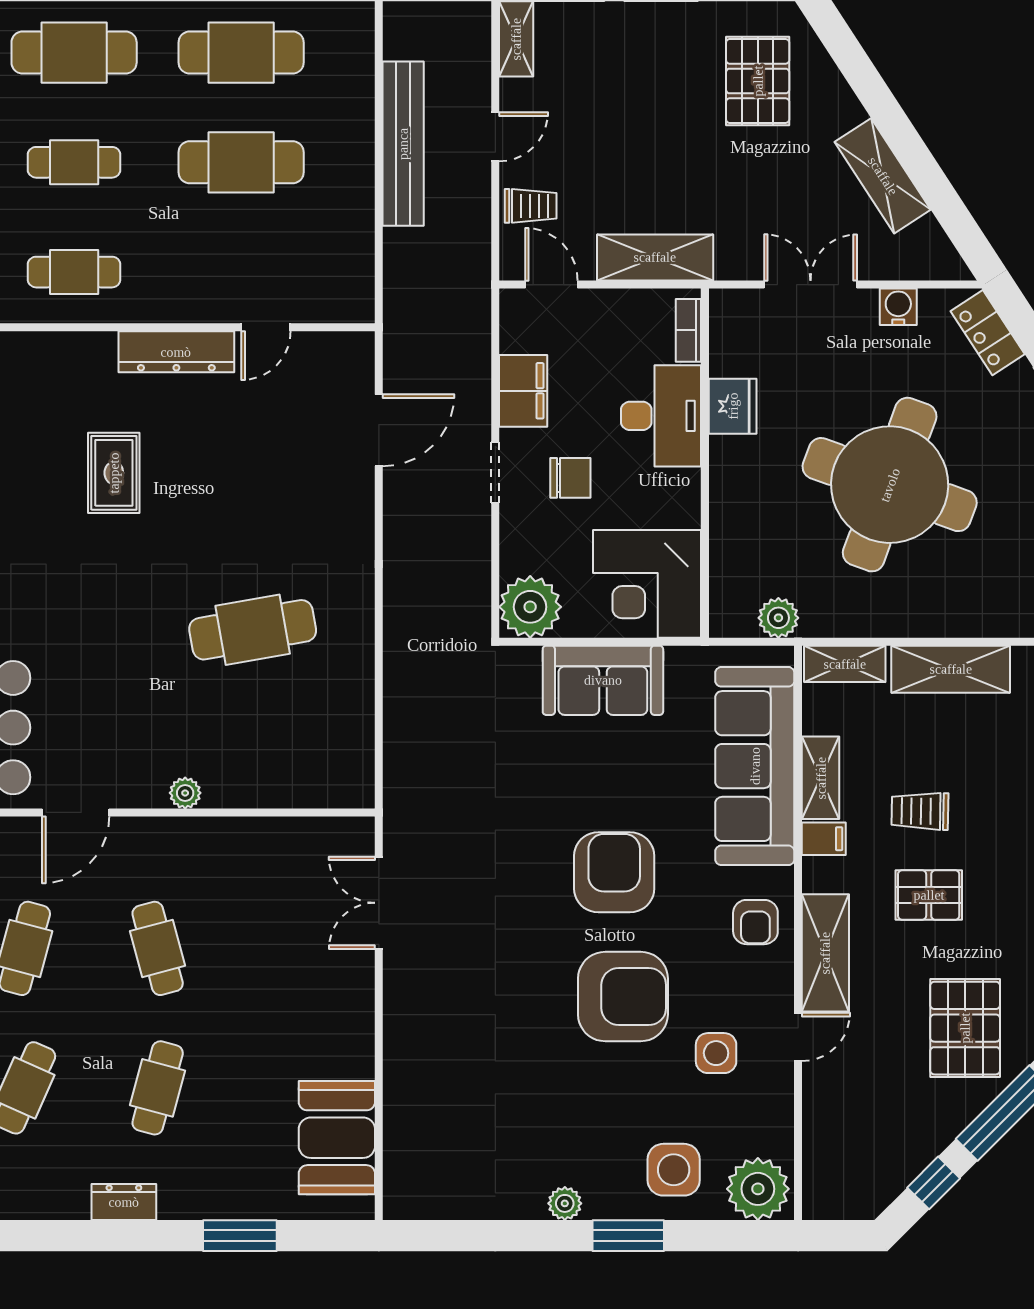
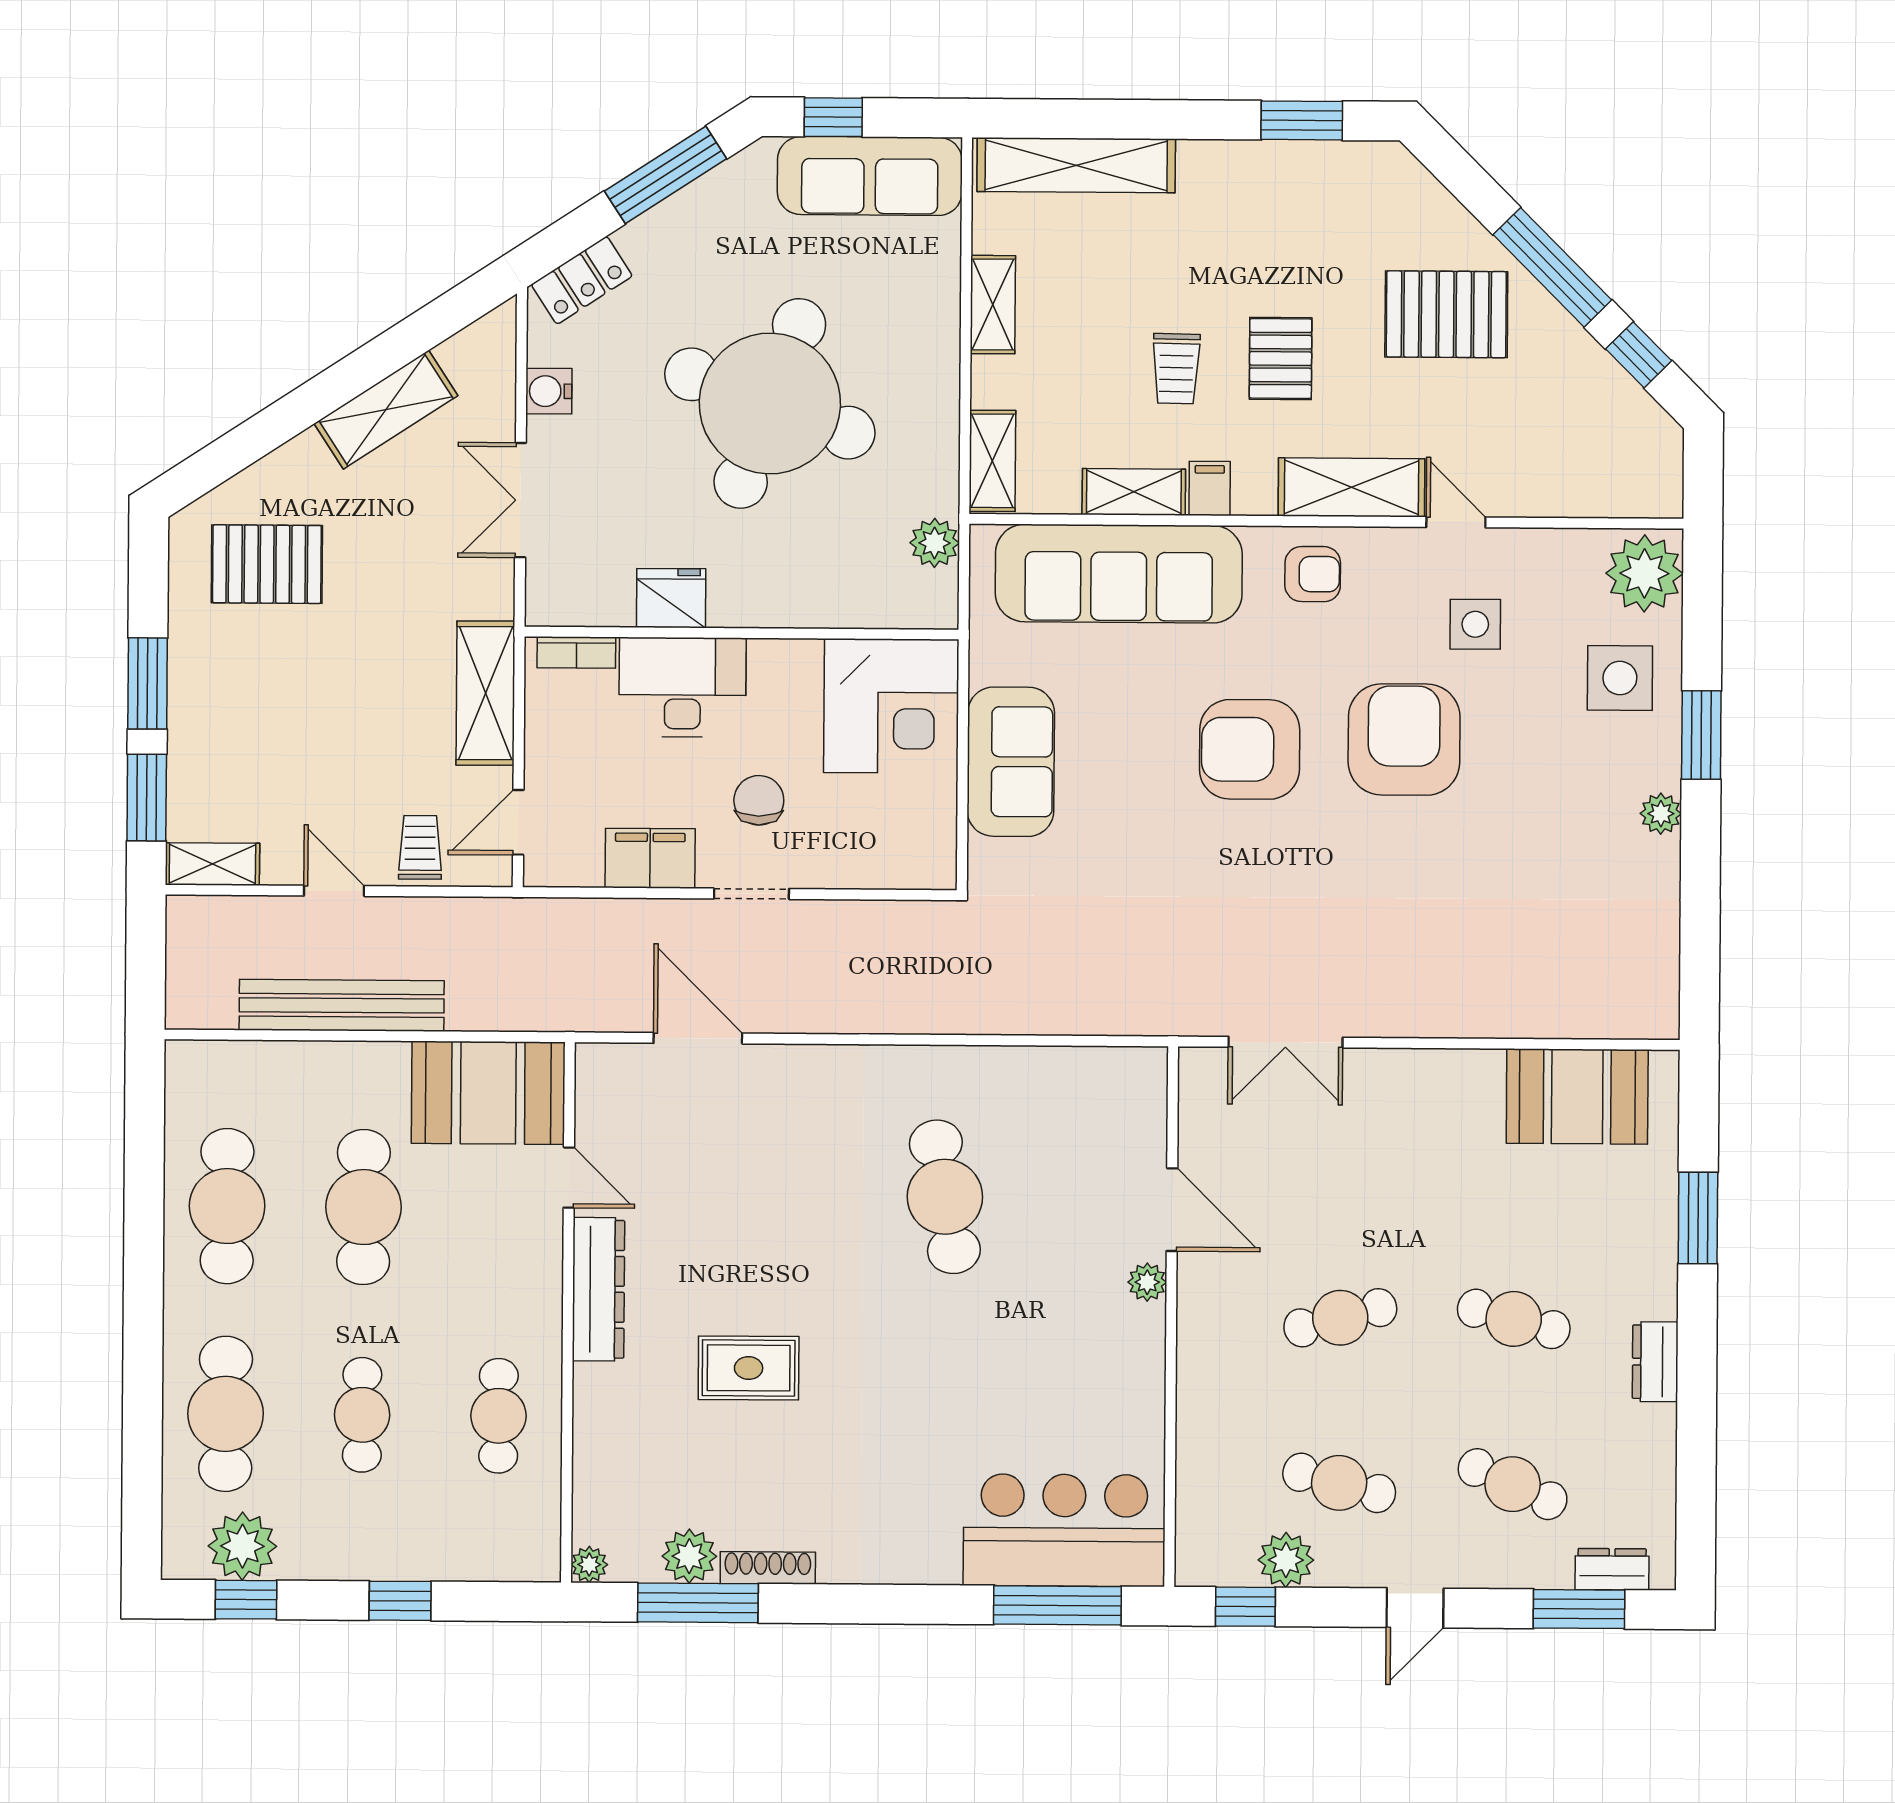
booth: (334, 262) -> (488, 1093), added
plant: (530, 607) -> (919, 852), removed
shelving: (951, 669) -> (993, 305), width x0.67, depth x0.75
door: (76, 812) -> (1172, 1210), moved

